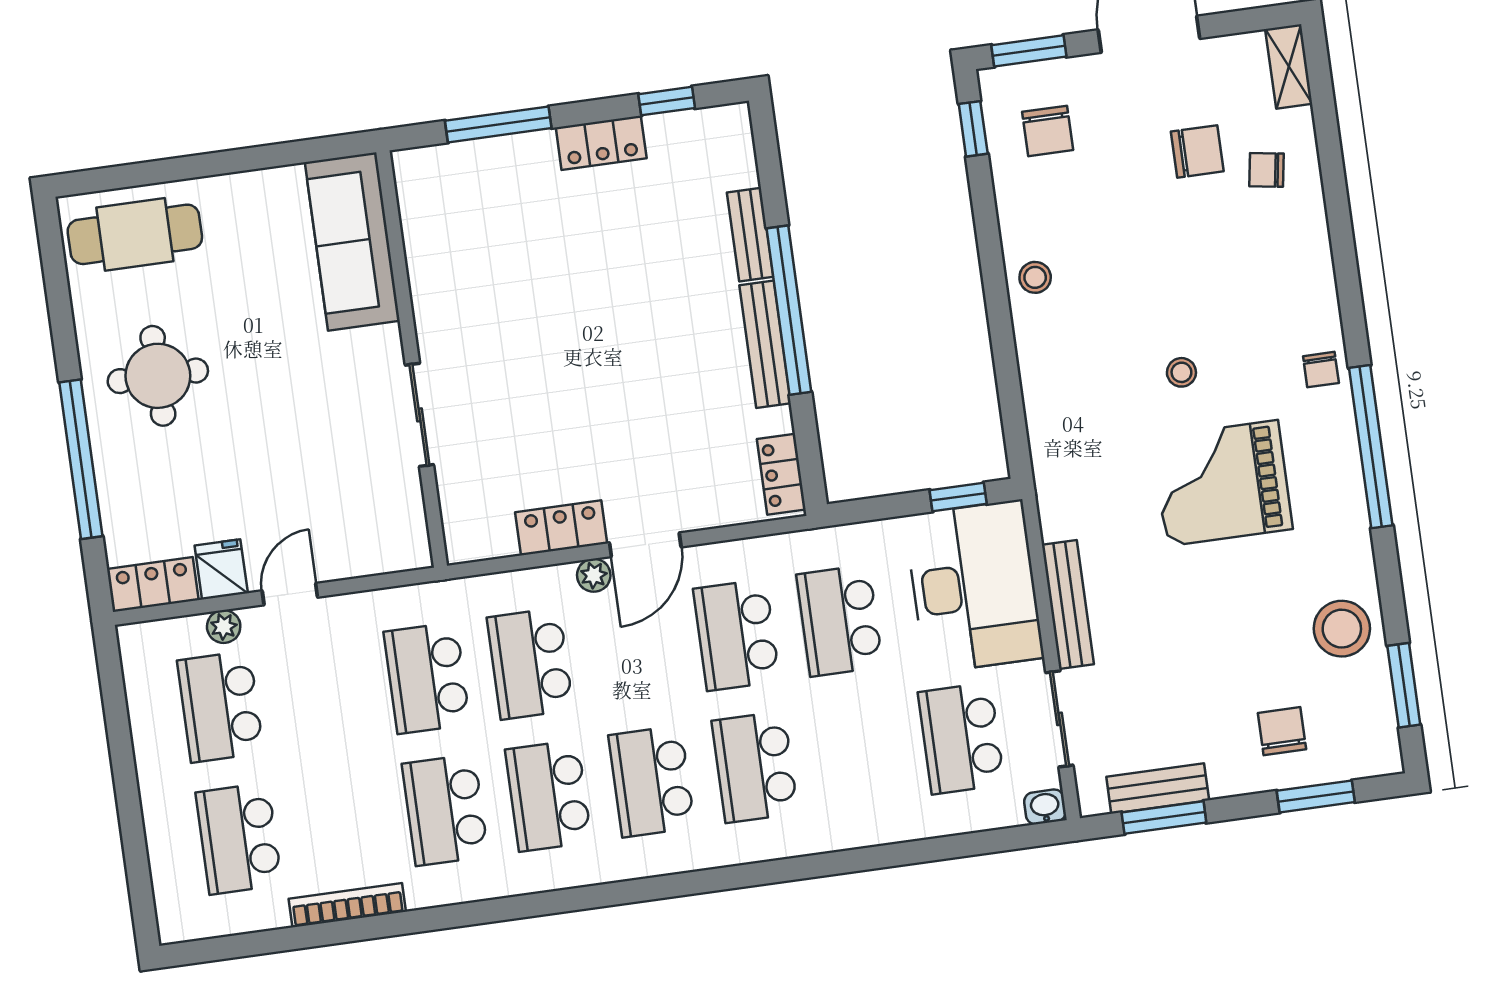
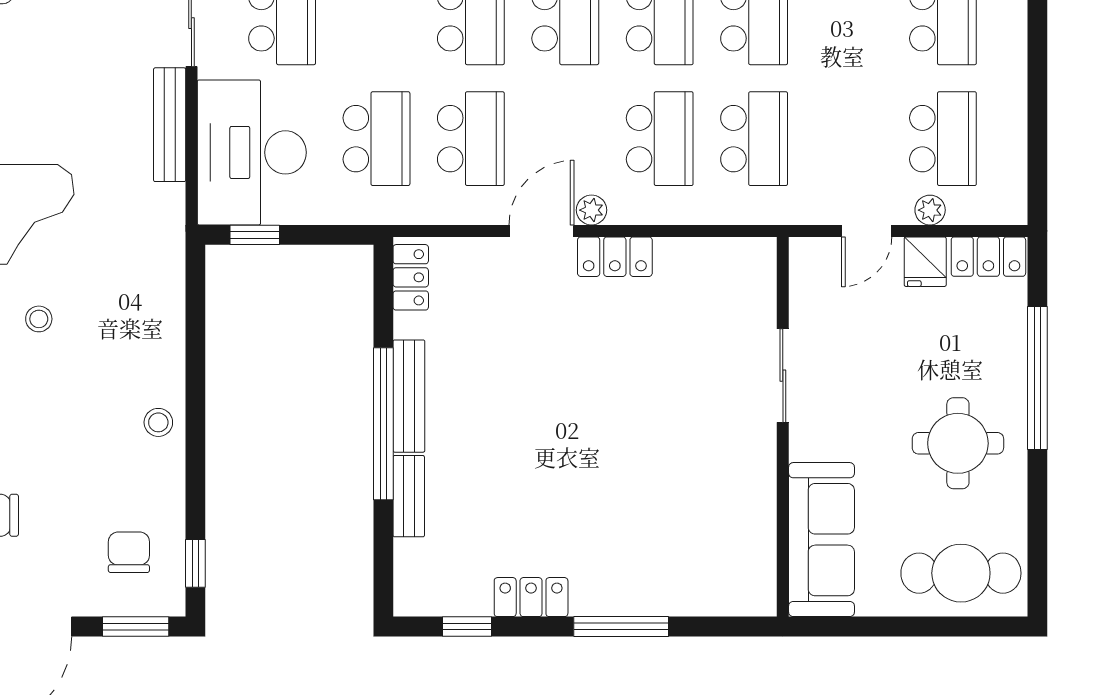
sofa: (352, 242) -> (822, 540), moved
wall: (412, 359) -> (783, 427), moved
sliding door: (419, 415) -> (783, 376), moved

